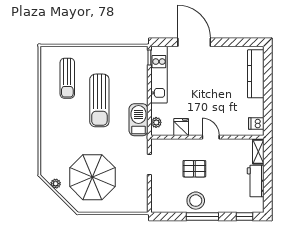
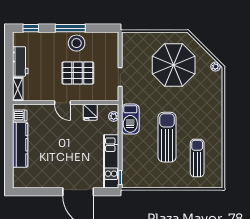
kitchen counter: (256, 74) -> (20, 145), moved
pallet: (194, 169) -> (78, 73), width x1.50, depth x1.42
plant: (56, 184) -> (216, 67), moved

